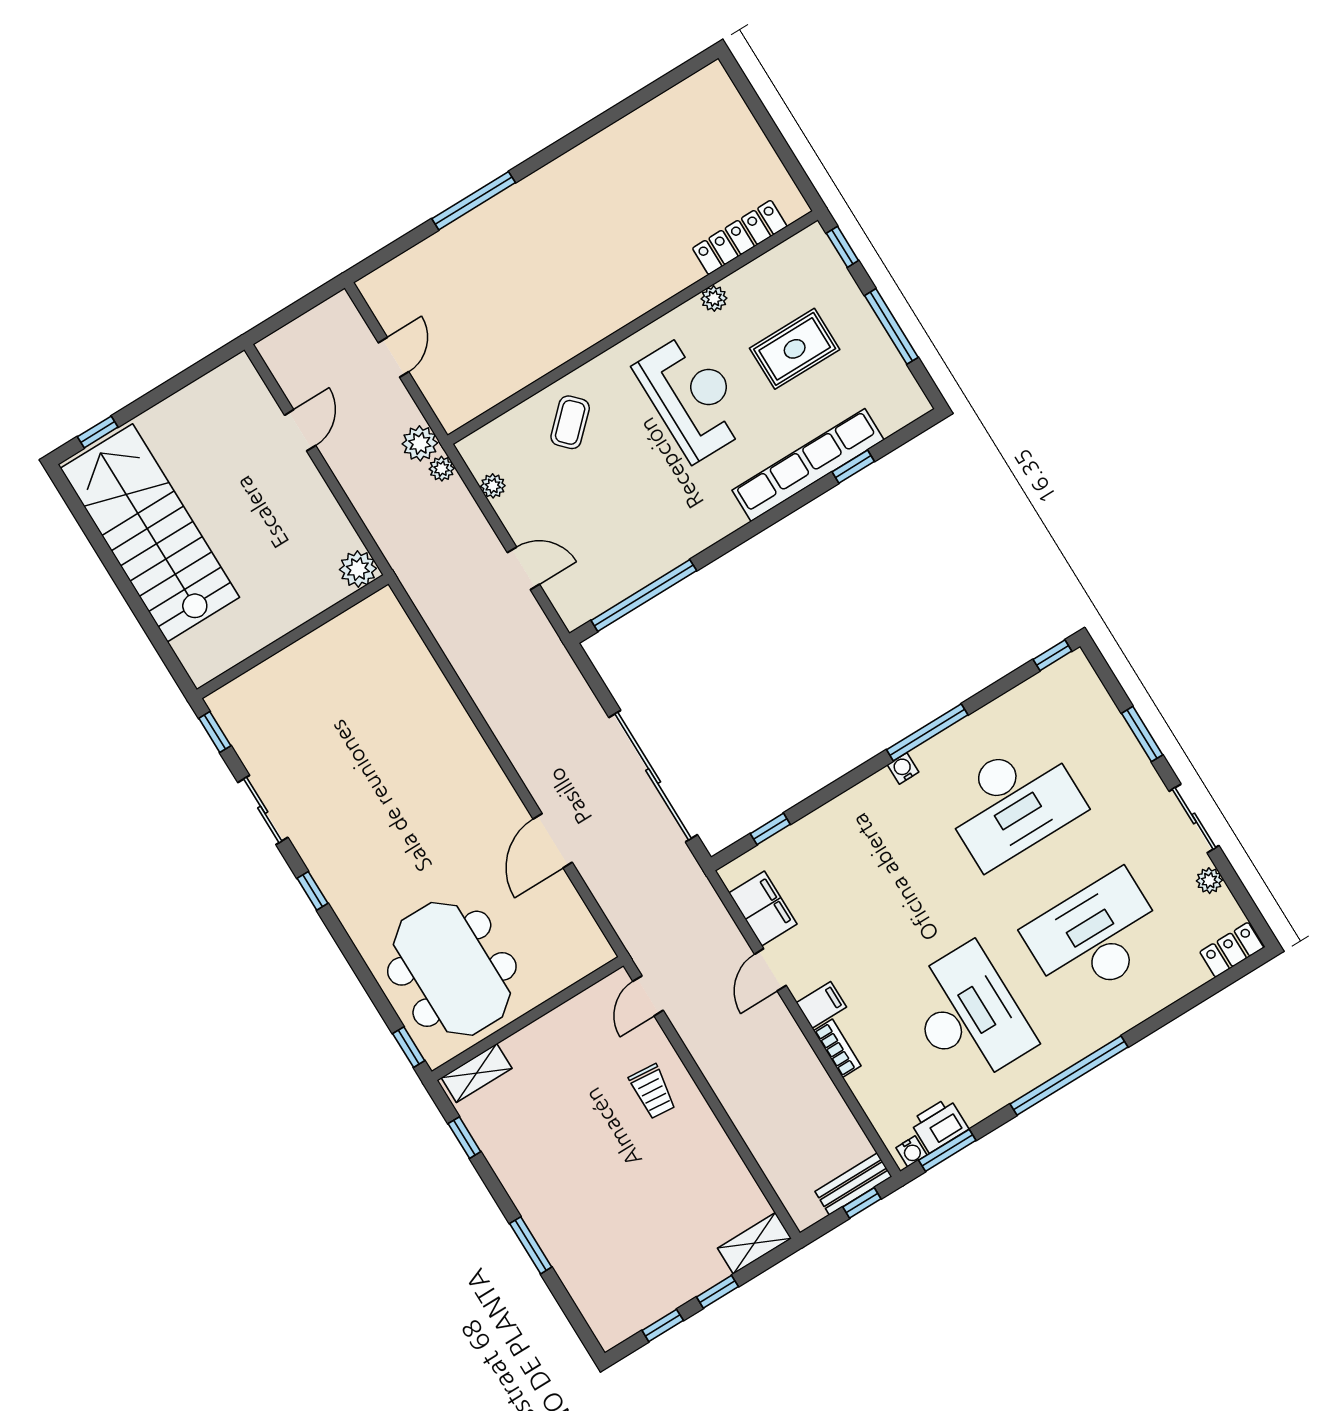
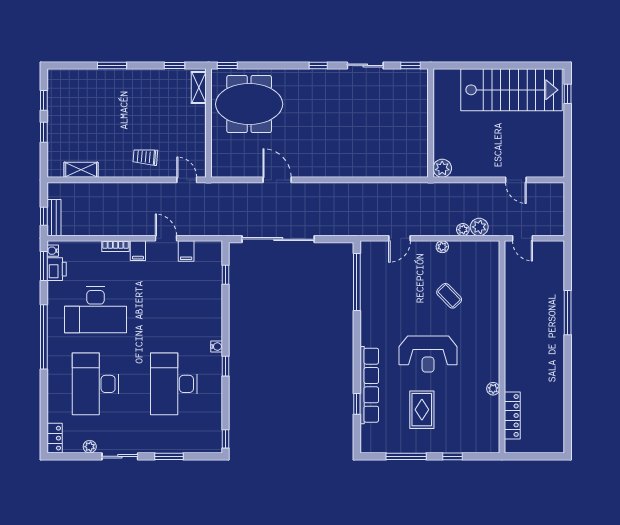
locker: (740, 237) -> (512, 415), moved
plant: (714, 299) -> (493, 389), moved
wall: (633, 328) -> (502, 347), moved
window: (927, 732) -> (225, 366), width x0.46
filing cabinet: (763, 908) -> (186, 251), width x0.50
desk: (1095, 937) -> (96, 384), turned 180
shelving: (754, 1243) -> (81, 170), moved, turned 90

